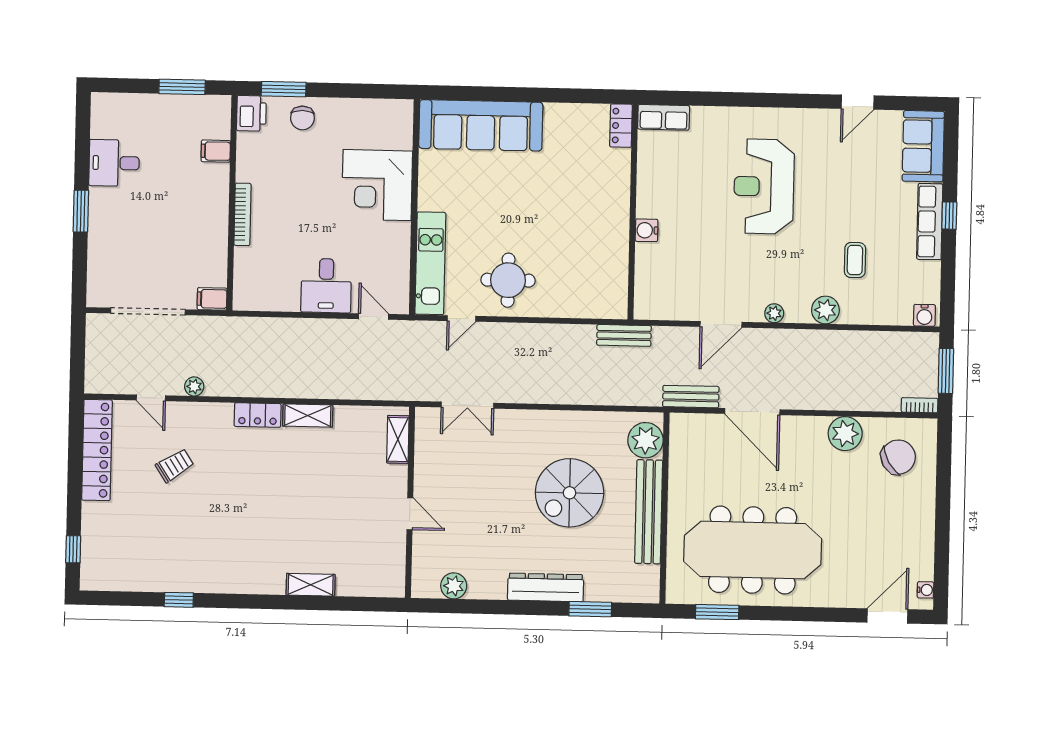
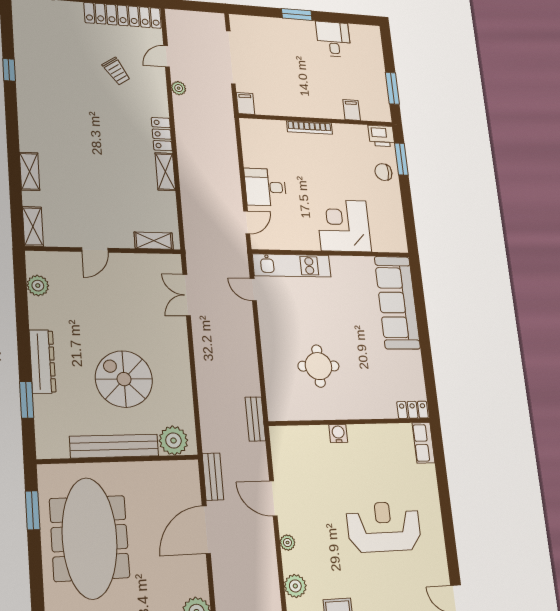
round table: (508, 280) -> (319, 366), moved
shelving: (380, 586) -> (33, 226), added

